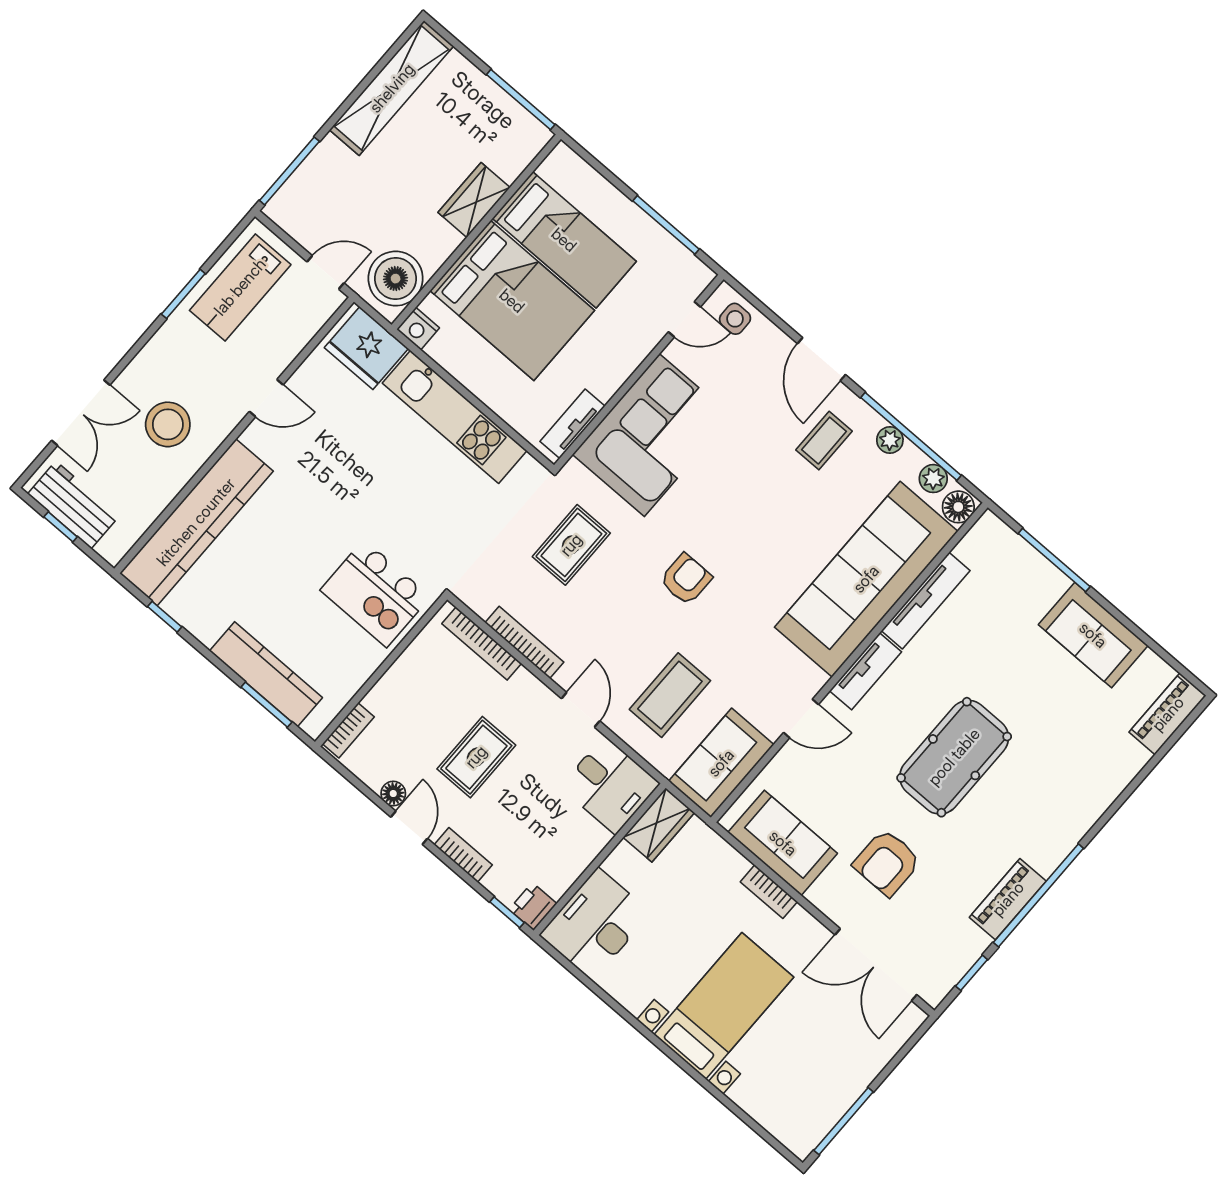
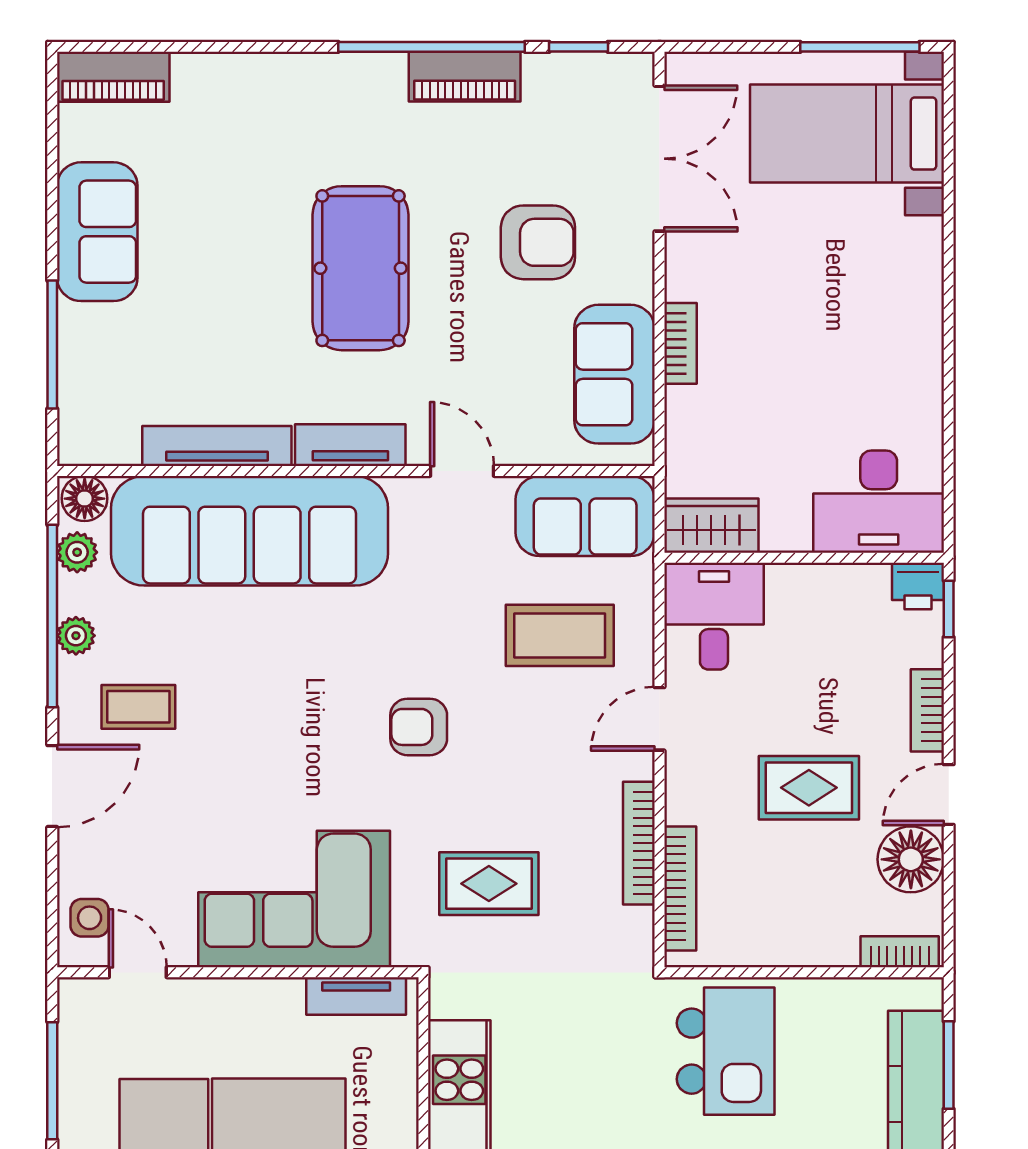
pool table: (954, 757) -> (361, 268), turned 90
floor lamp: (393, 794) -> (911, 859), width x1.89, depth x1.89
bed with nightstands: (724, 1006) -> (847, 134), moved

